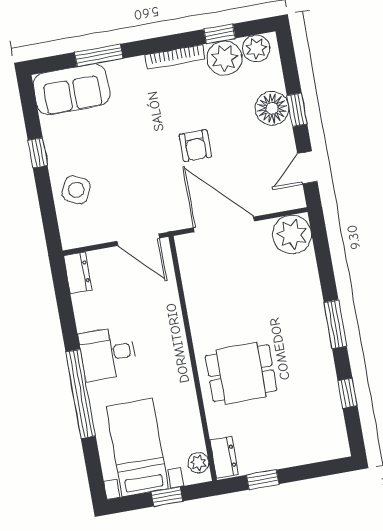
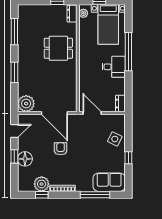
plant: (256, 49) -> (27, 186), removed
window: (99, 55) -> (95, 195), width x1.44
window: (335, 324) -> (14, 72), moved
window: (348, 393) -> (14, 32), width x2.17

